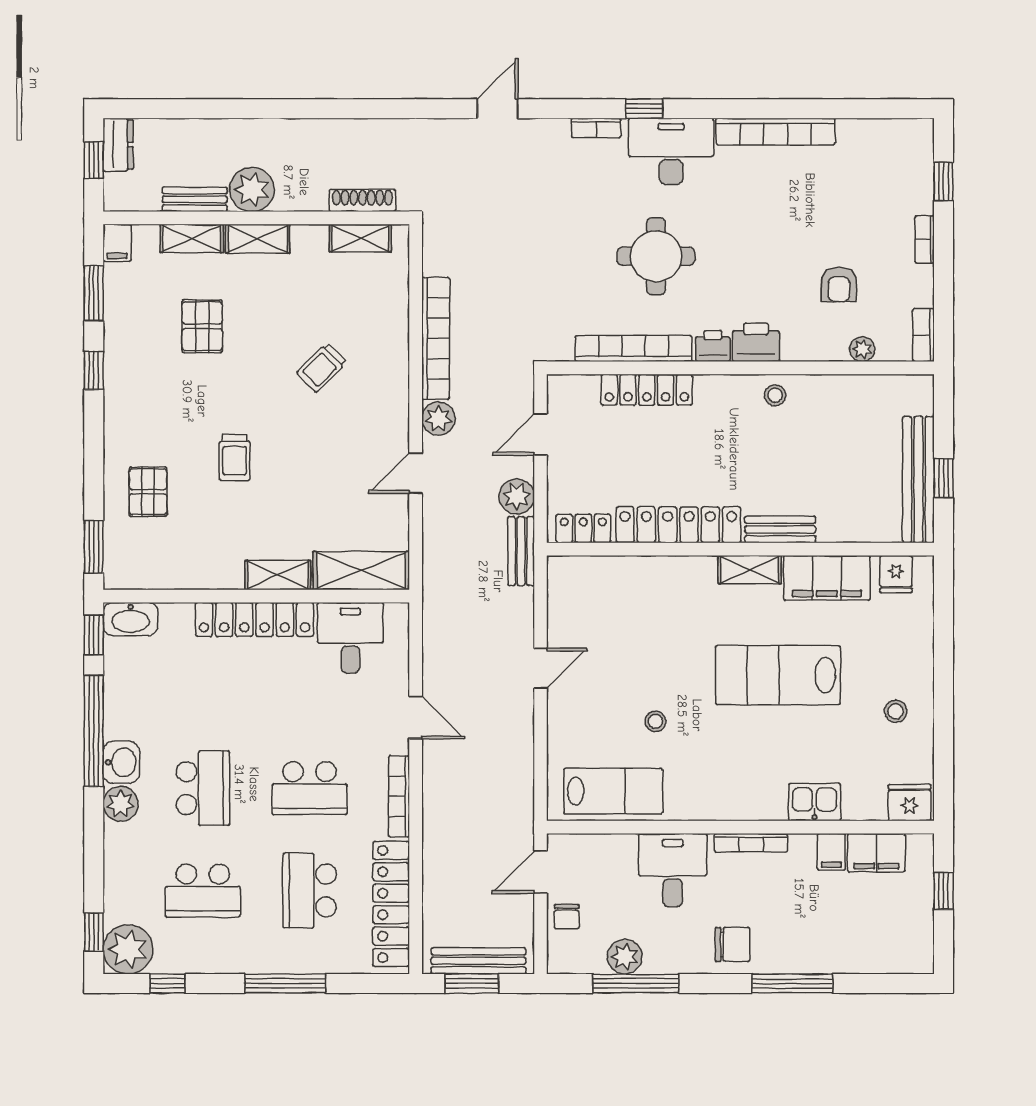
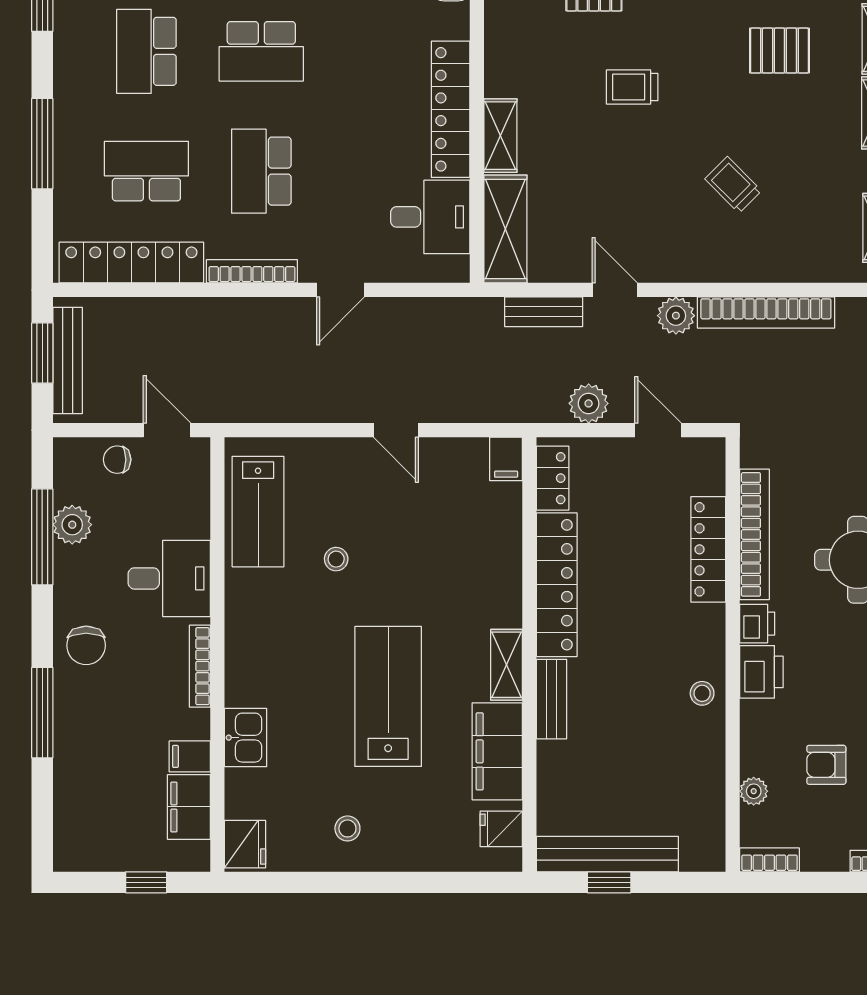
bench: (521, 551) -> (544, 312), moved
filing cabinet: (566, 570) -> (506, 459), added

